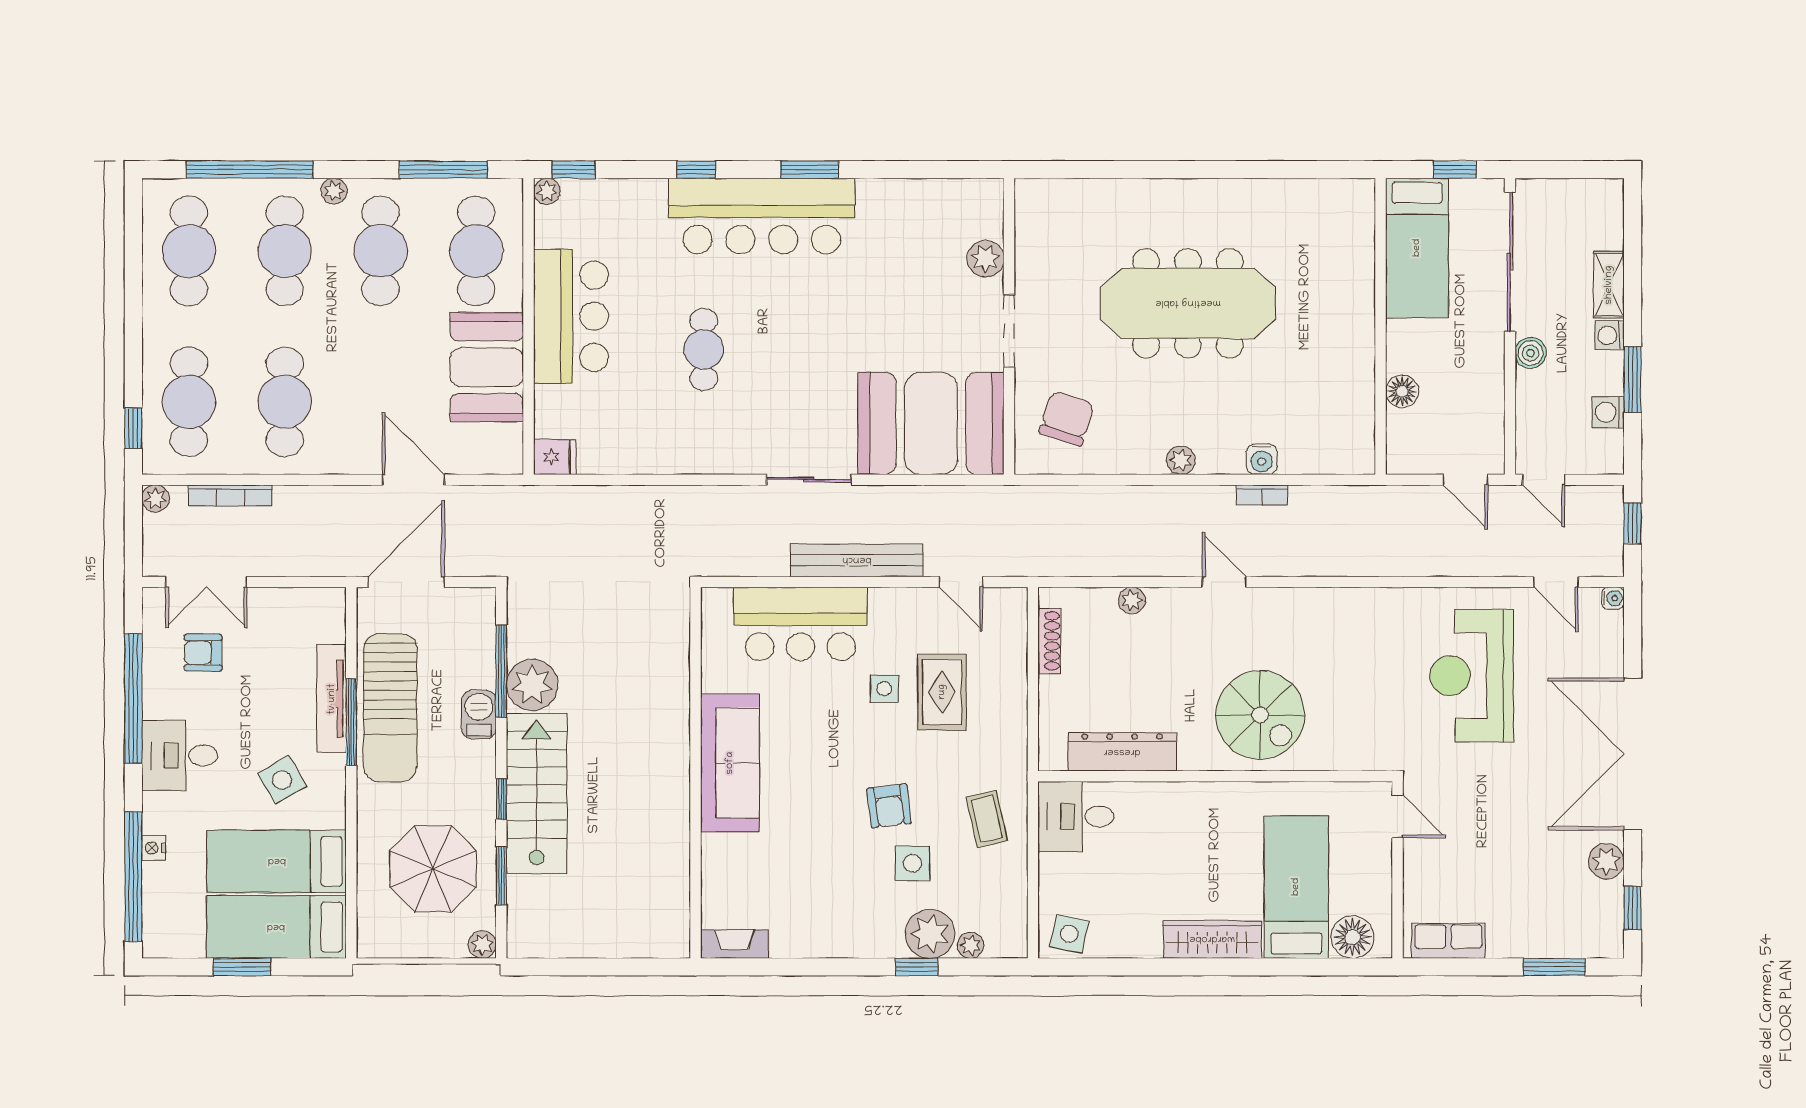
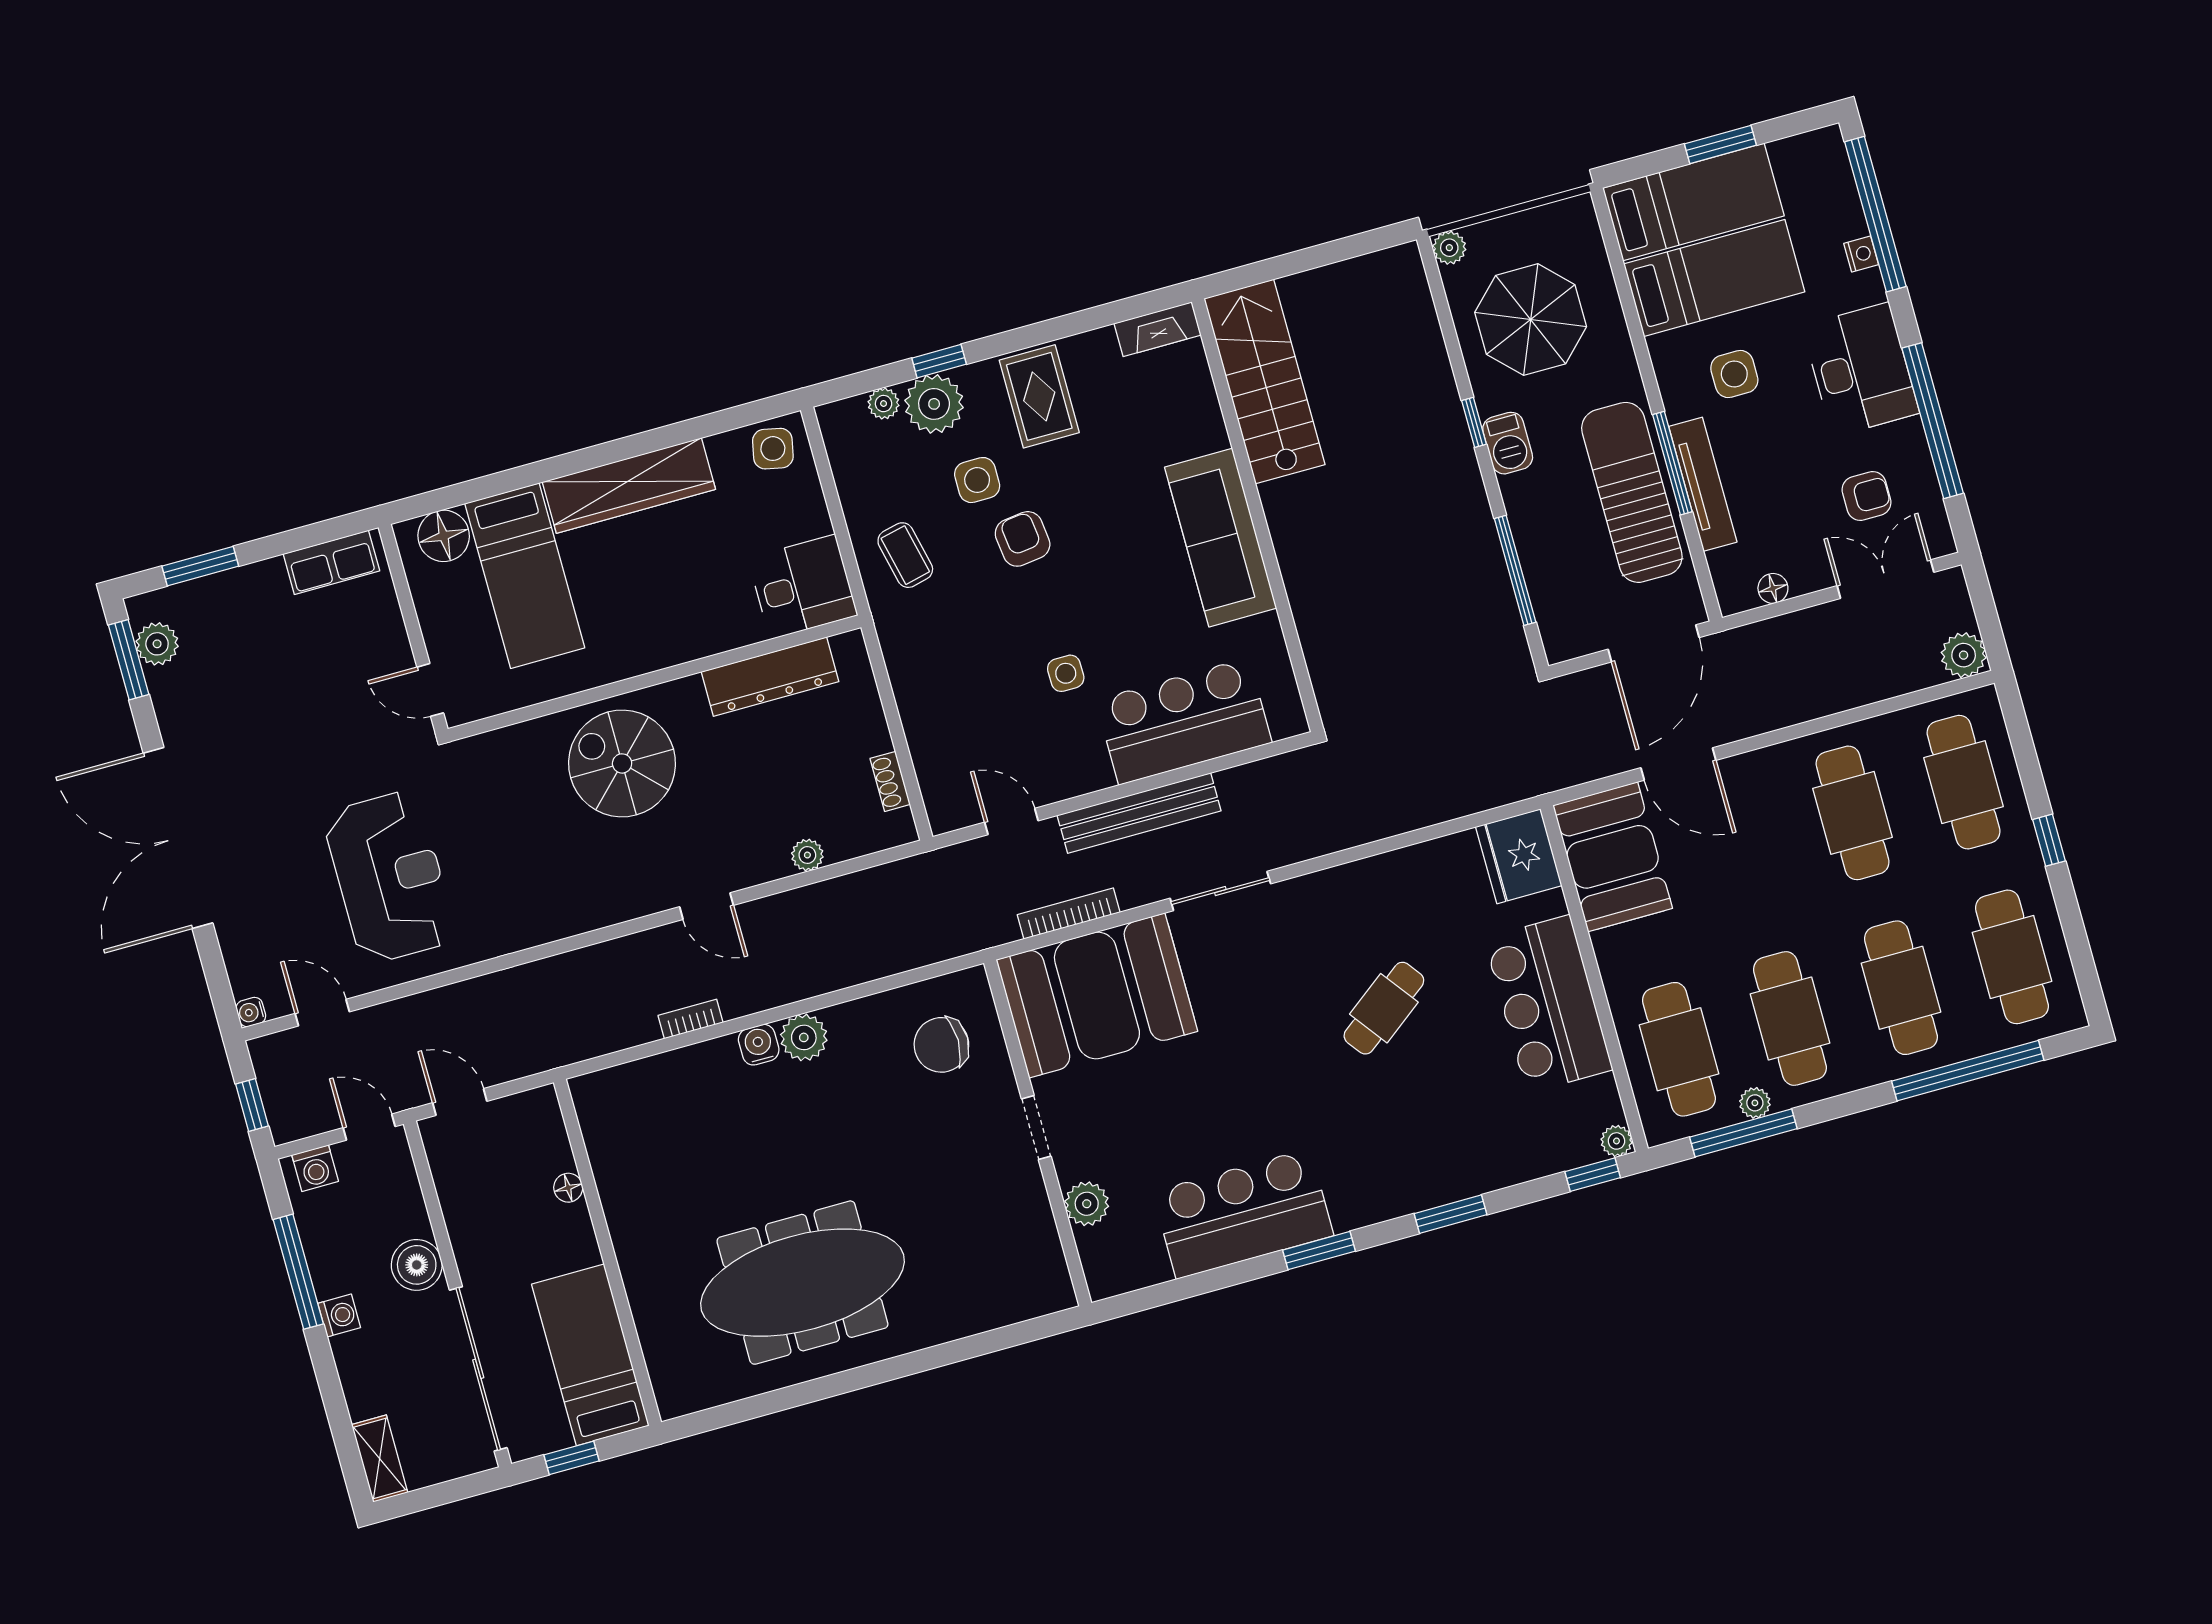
window: (696, 170) -> (1450, 1214), width x1.50
plant: (334, 191) -> (1755, 1103), moved
bar counter: (762, 216) -> (1243, 1214), moved, width x0.73
shelving: (1609, 285) -> (380, 1459), moved
meeting table: (1188, 303) -> (802, 1283), moved
doorway: (1009, 331) -> (1036, 1128), width x0.73
cafe table: (704, 349) -> (1384, 1008), turned 53
boiler: (1531, 353) -> (417, 1265), width x1.36, depth x1.36
booth: (487, 367) -> (1613, 857), moved
window: (1633, 380) -> (298, 1272), width x1.44
floor lamp: (1402, 391) -> (568, 1188), width x0.73, depth x0.73
washing machine: (1608, 412) -> (315, 1168), moved, turned 90
chair: (1067, 418) -> (941, 1045), turned 72
window: (133, 428) -> (2049, 840), moved
fridge: (555, 457) -> (1519, 856), width x1.88, depth x1.34
water cooler: (1262, 459) -> (759, 1045), moved
plant: (1181, 460) -> (804, 1037), width x1.38, depth x1.38
bookcase: (230, 495) -> (1069, 913), moved
plant: (155, 498) -> (1964, 655), width x1.38, depth x1.38
floor lamp: (299, 599) -> (1773, 588), added
shoe rack: (1049, 641) -> (890, 781), width x0.70
plant: (532, 685) -> (1475, 564), removed
rug: (942, 692) -> (1039, 396), moved
barbecue: (479, 715) -> (1508, 443), moved
double door: (1633, 754) -> (178, 838), swing flipped
desk: (180, 755) -> (1861, 370), width x1.37
side table: (282, 780) -> (1734, 374), turned 30
stairs: (537, 793) -> (1264, 381), moved, turned 180
plant: (1606, 861) -> (157, 644), moved
window: (501, 876) -> (1449, 333), removed
window: (1633, 908) -> (129, 660), width x1.50
wardrobe: (1212, 939) -> (629, 486), width x1.40, depth x1.17

